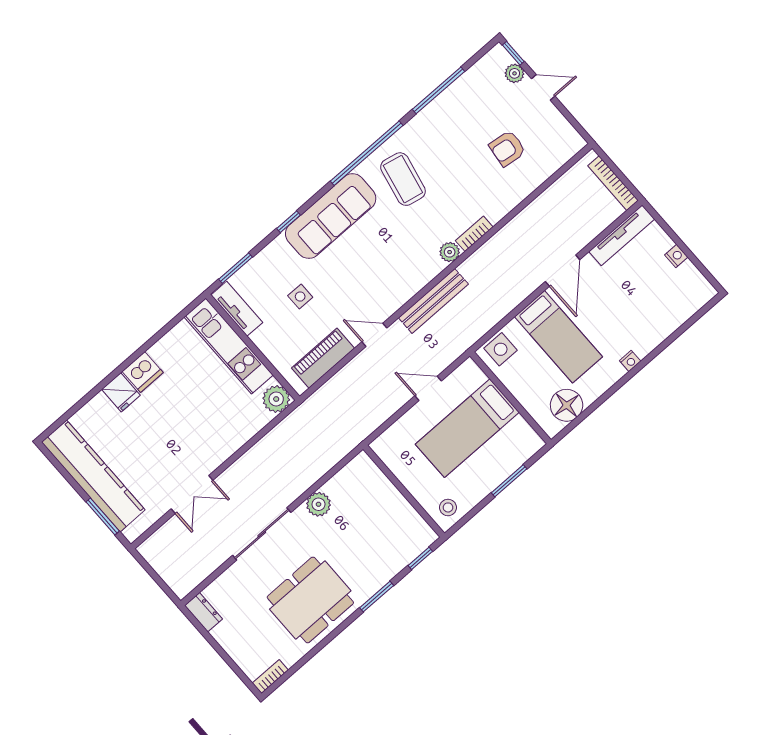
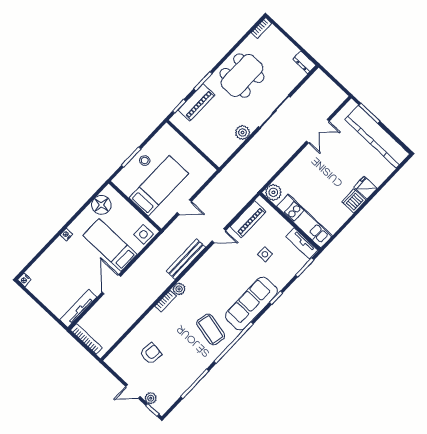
nightstand: (676, 256) -> (24, 280), moved
double door: (192, 494) -> (318, 131), swing flipped
stool: (448, 507) -> (145, 160), moved
piano: (391, 562) -> (196, 102), added

